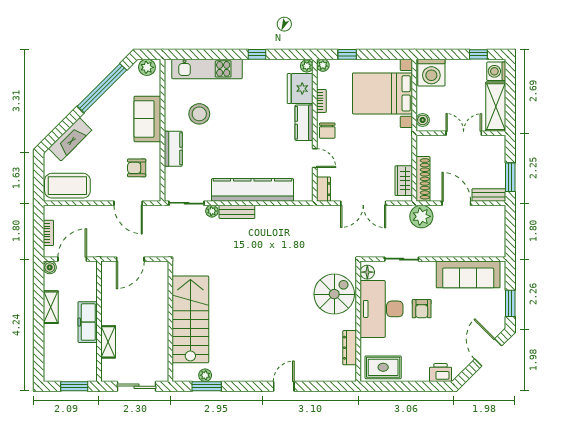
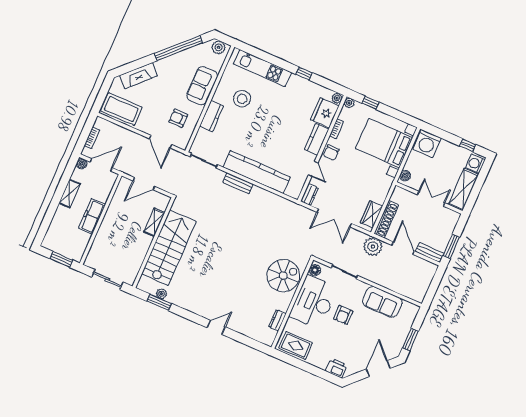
plant: (212, 211) -> (220, 175), removed
sofa: (468, 274) -> (382, 302), width x0.73
shelving: (108, 342) -> (154, 222), moved
dresser: (350, 348) -> (277, 320), width x0.70

